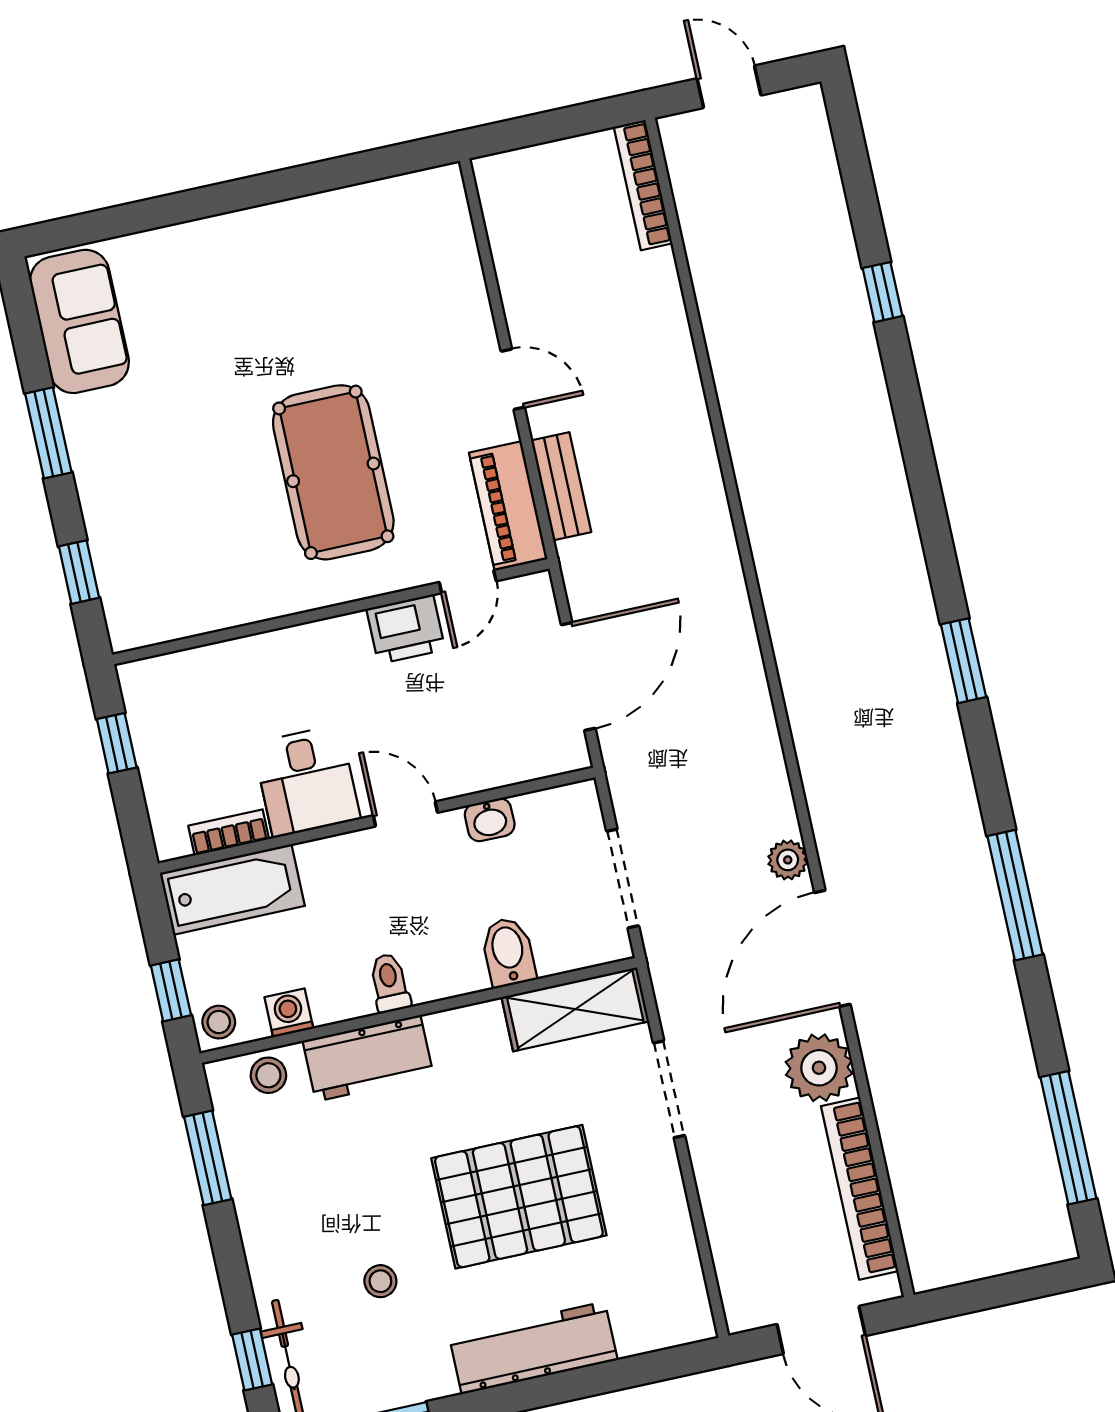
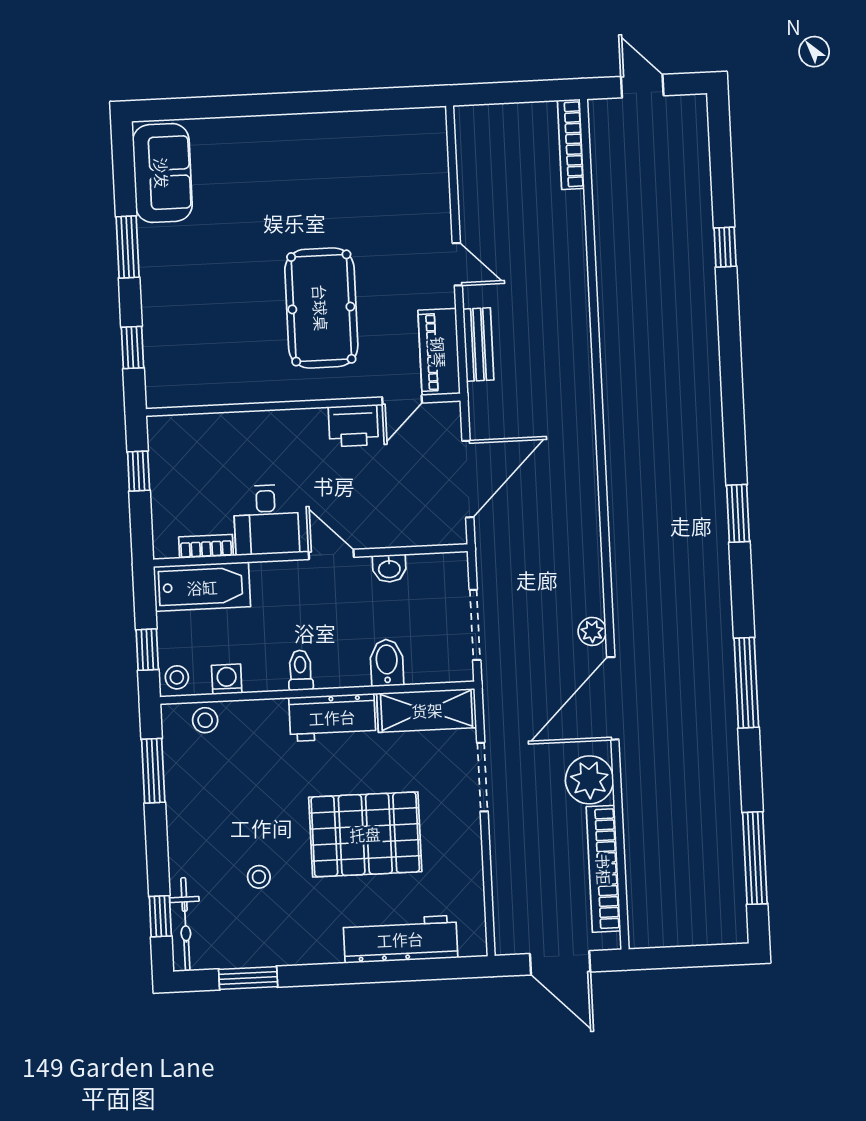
workbench: (368, 1058) -> (332, 717), moved
workbench: (533, 1348) -> (400, 939), moved

